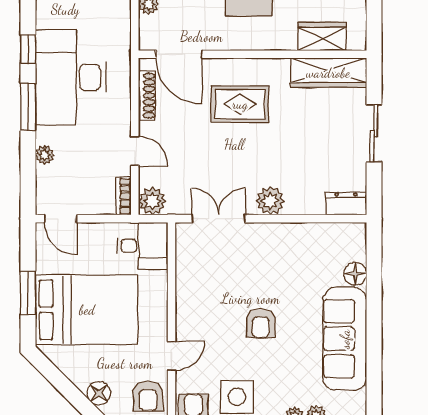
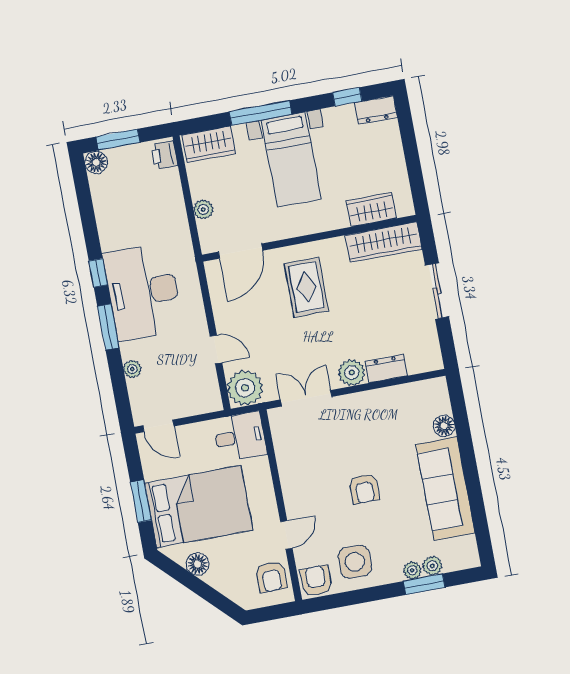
door: (179, 54) -> (241, 251), hinge flipped
shoe rack: (147, 96) -> (218, 295), removed
rug: (240, 104) -> (306, 287), turned 90
bookcase: (123, 196) -> (213, 394), removed
plant: (152, 201) -> (245, 388), width x1.36, depth x1.36
dresser: (346, 203) -> (386, 368), moved
floor lamp: (99, 393) -> (198, 564), moved

